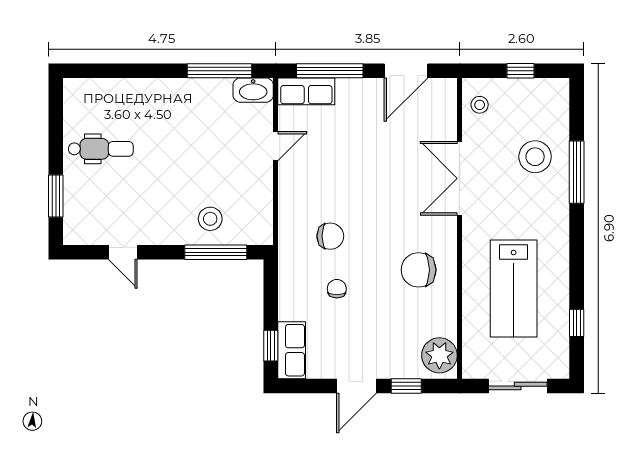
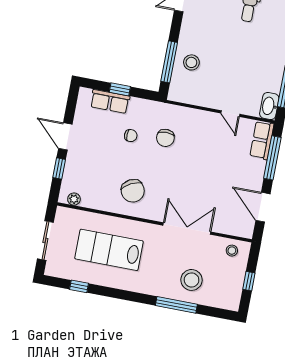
chair: (419, 270) -> (133, 191), turned 152
window: (271, 346) -> (120, 89), moved
row of seats: (292, 350) -> (110, 101), moved
plant: (439, 355) -> (74, 199), width x0.53, depth x0.53

